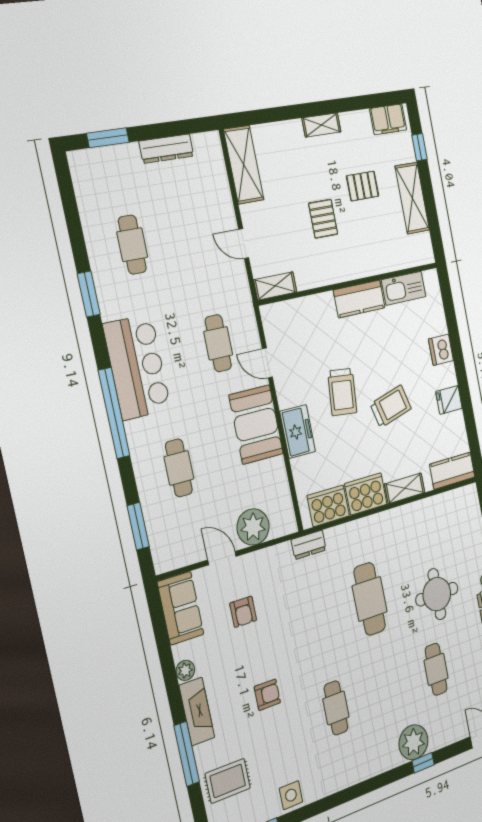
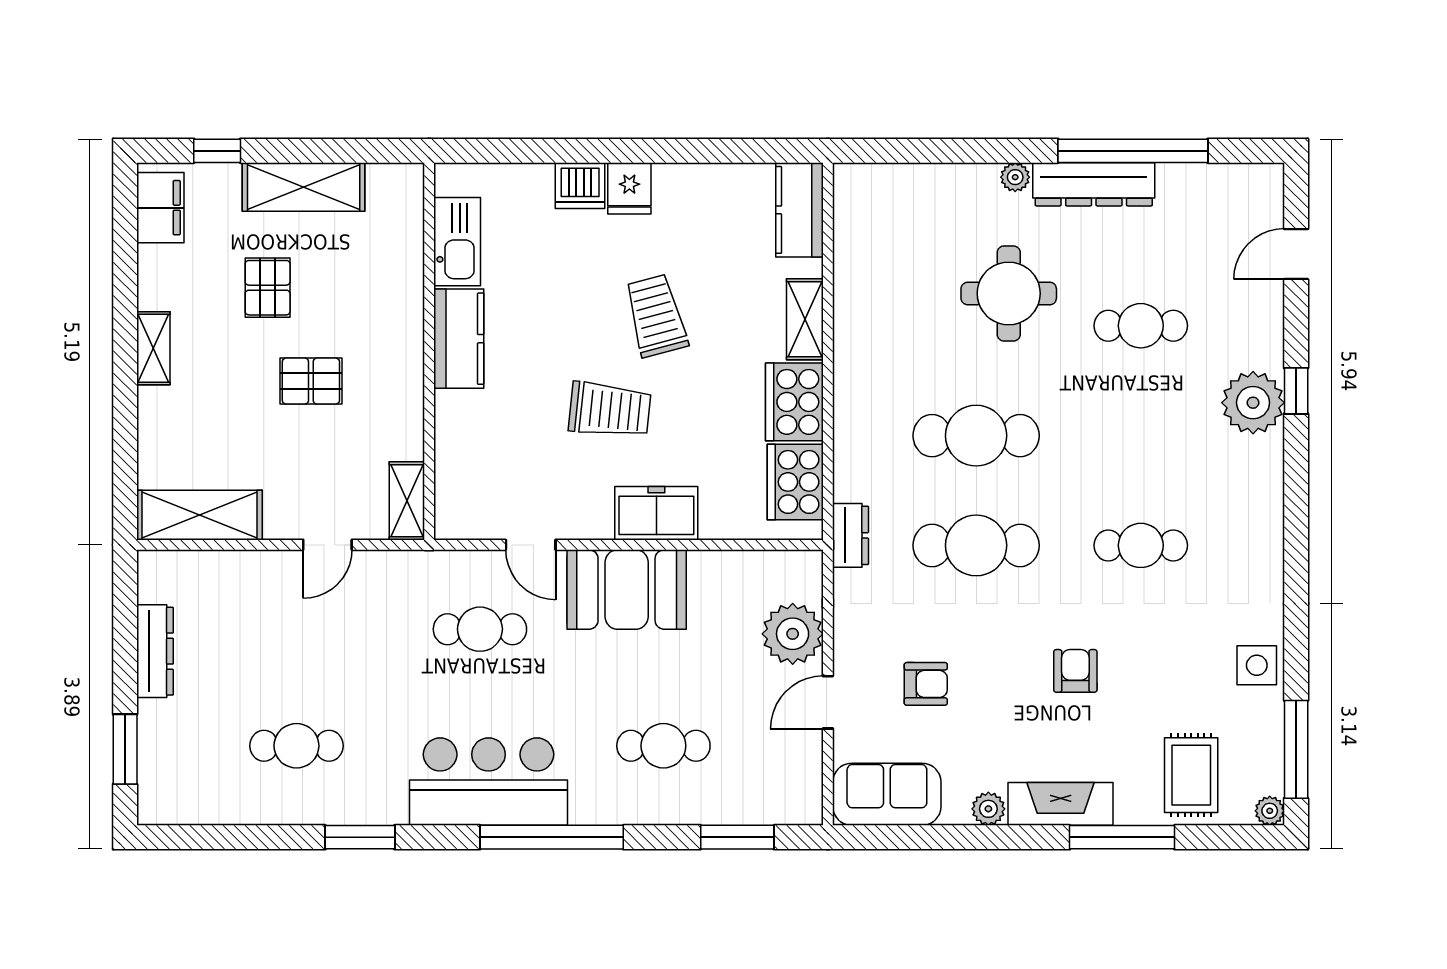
door: (267, 363) -> (531, 545), hinge flipped
fridge: (449, 400) -> (629, 188), moved
cafe table: (318, 617) -> (976, 545), added

